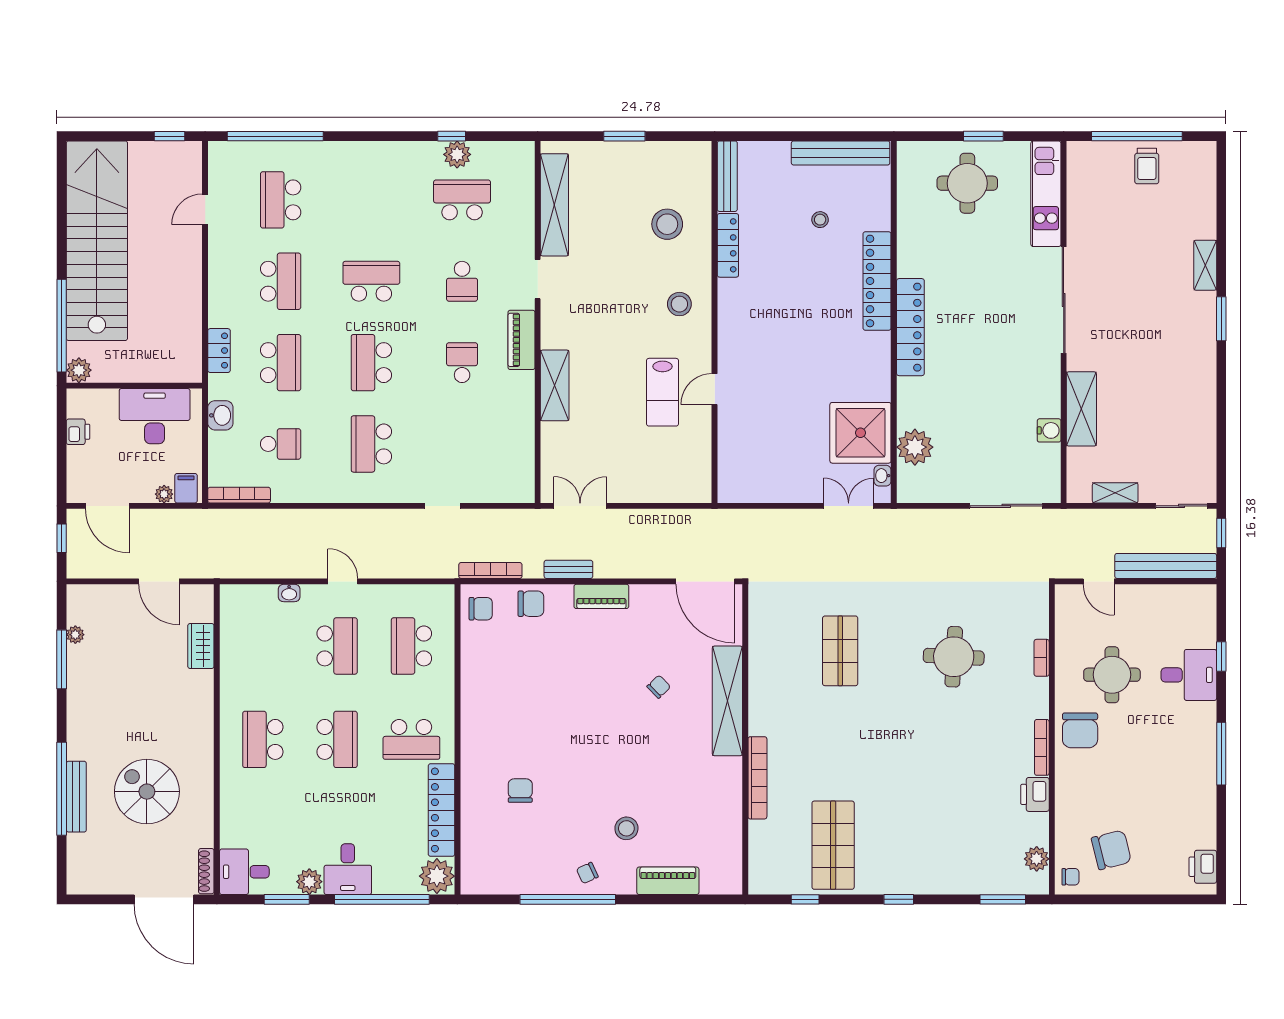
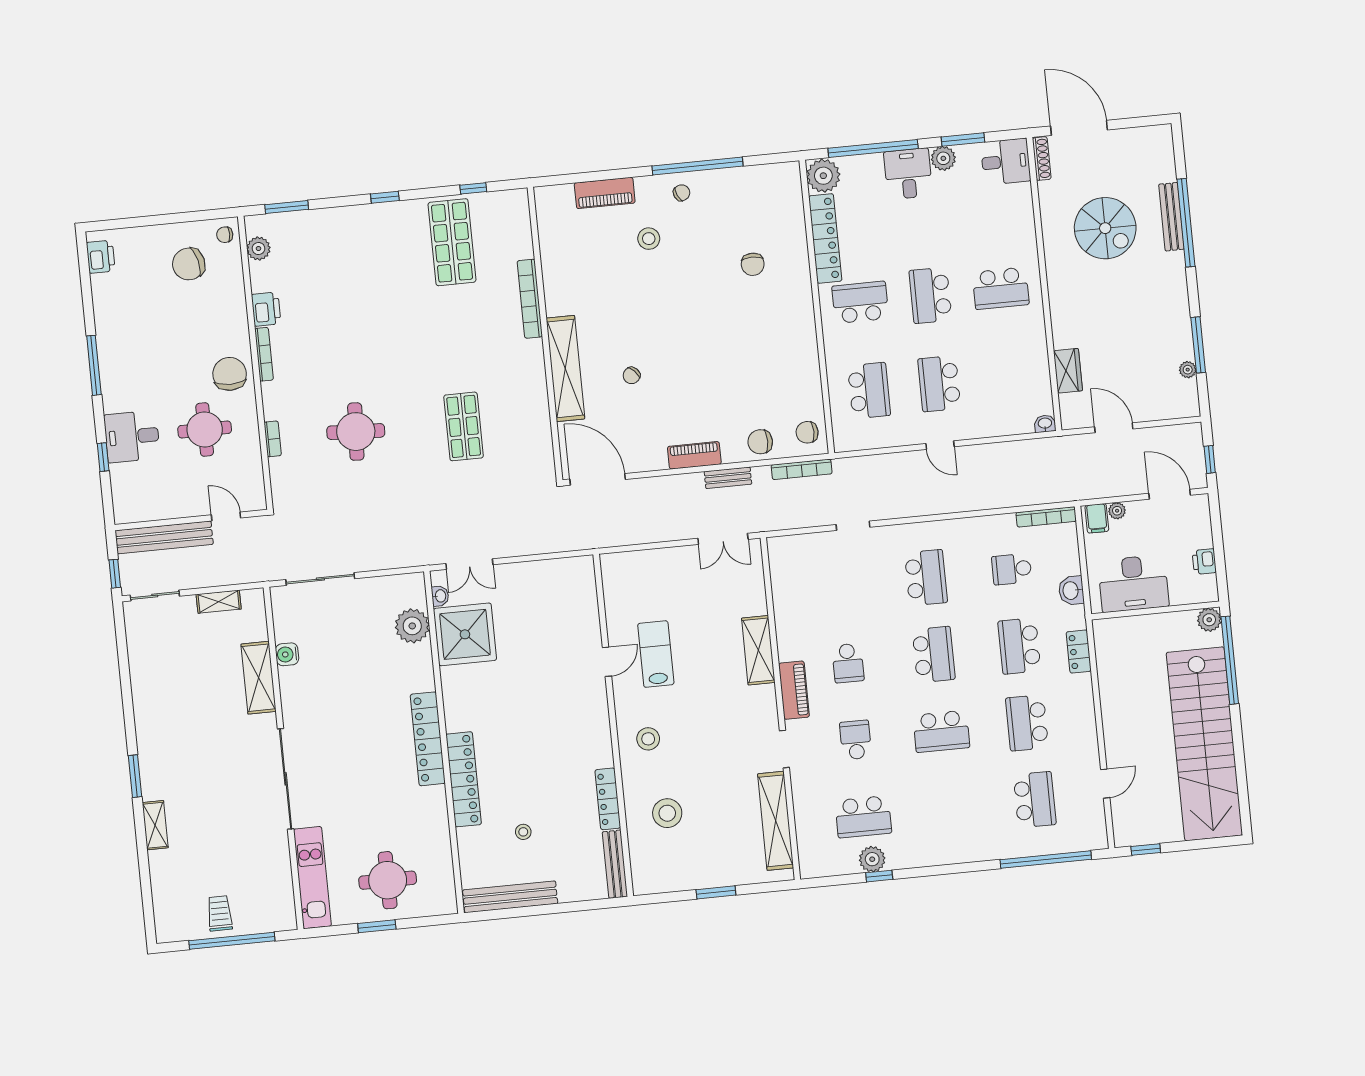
washbasin: (289, 593) -> (1045, 424), moved
school desk: (263, 739) -> (1001, 288), turned 90

